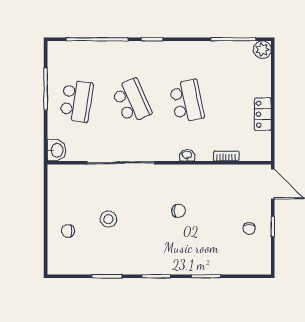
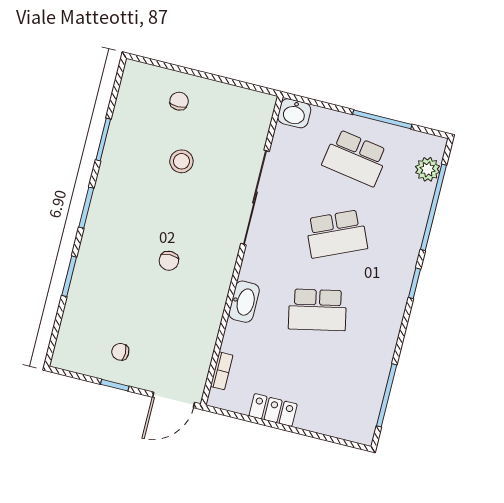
plant: (262, 50) -> (428, 169), moved
washbasin: (187, 155) -> (244, 302), width x1.91, depth x1.45
bookcase: (226, 156) -> (222, 371), moved

